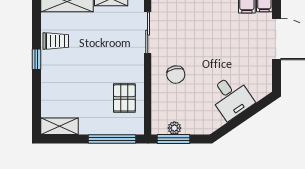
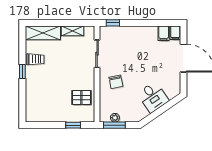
pallet: (124, 98) -> (81, 97), turned 90
shelving: (60, 126) -> (38, 117), removed
window: (112, 139) -> (73, 125), width x0.46

